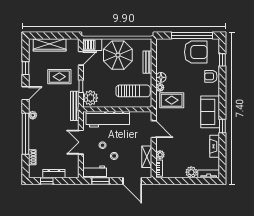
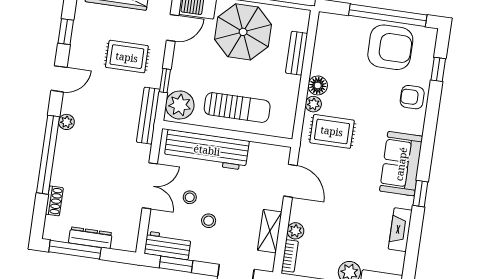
sun lounger: (133, 91) -> (237, 107), moved
double door: (81, 142) -> (150, 186), swing flipped
window: (47, 181) -> (75, 250), width x2.17

